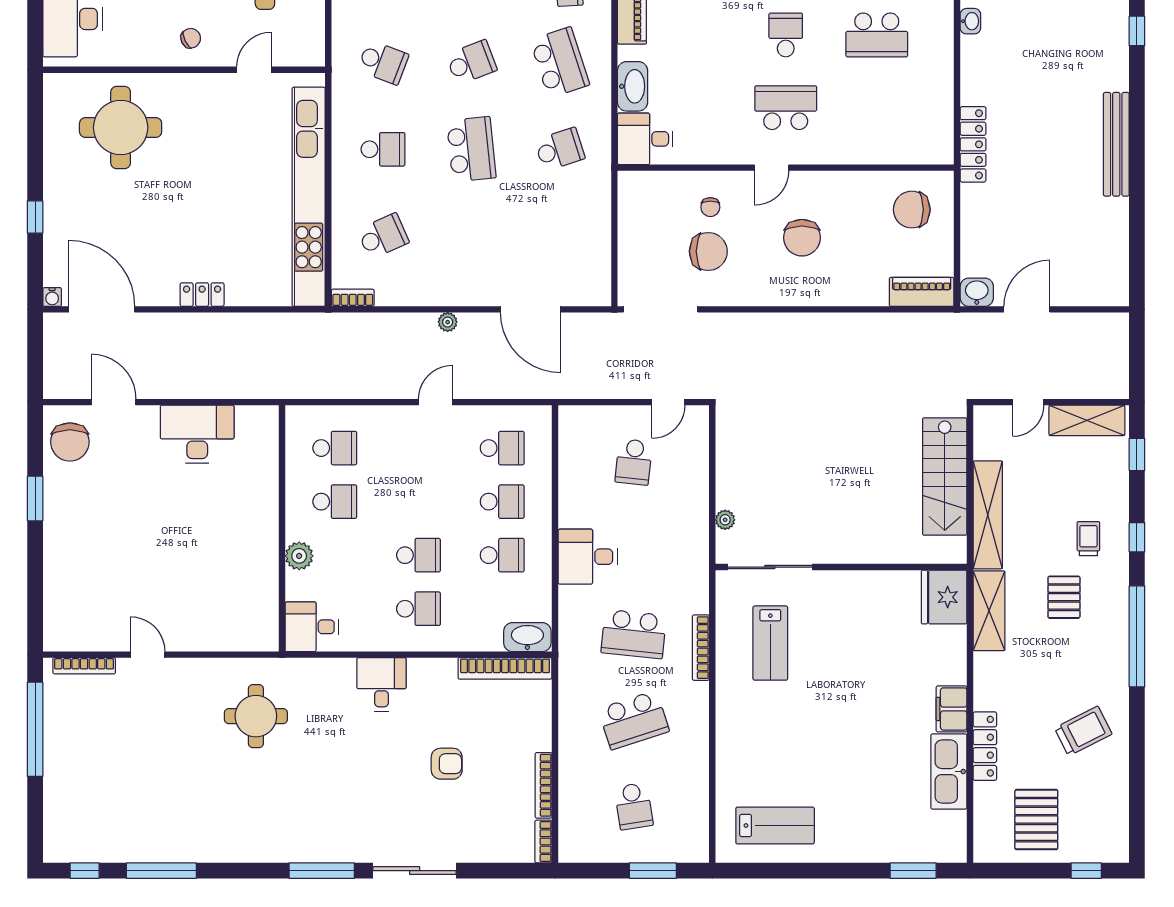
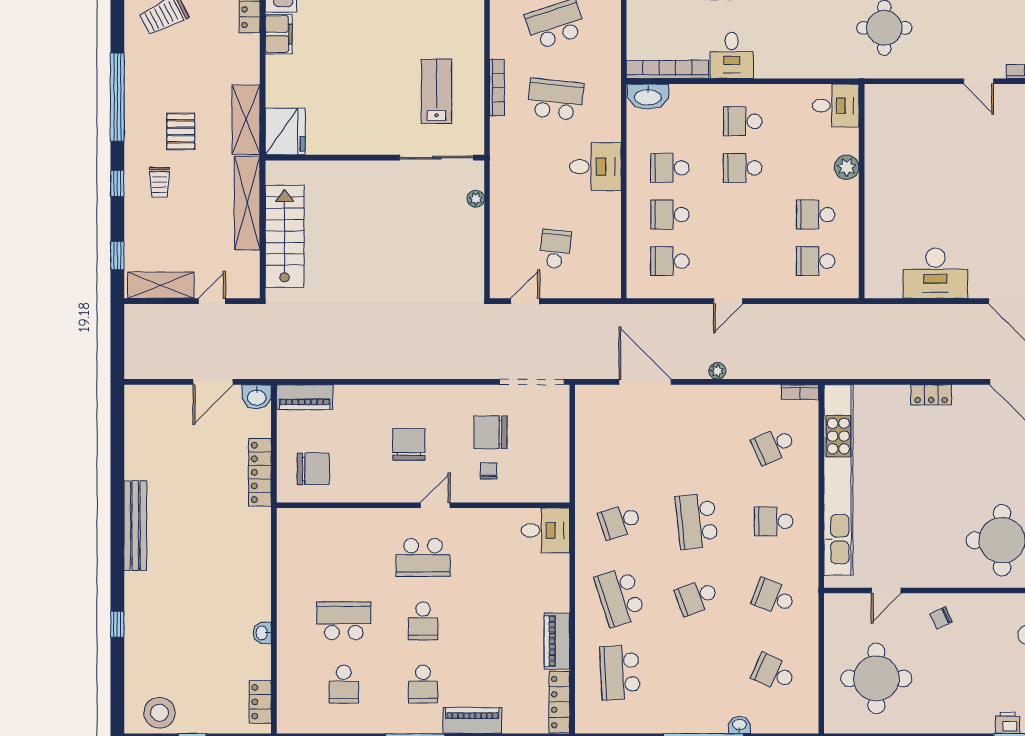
washbasin: (633, 86) -> (556, 576), removed
locker: (973, 144) -> (260, 472), moved
desk: (381, 684) -> (732, 55), moved

